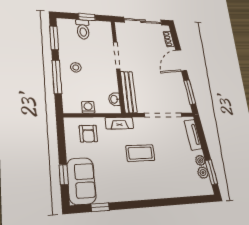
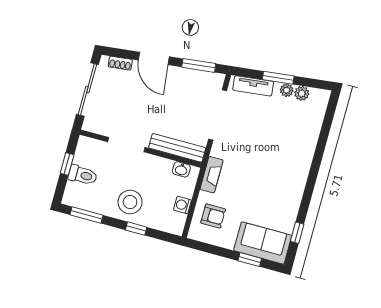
stool: (76, 67) -> (130, 202), width x1.89, depth x1.89
window: (57, 77) -> (136, 229), width x0.46
coffee table: (140, 153) -> (254, 163), removed
window: (211, 172) -> (278, 78), moved

